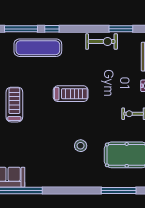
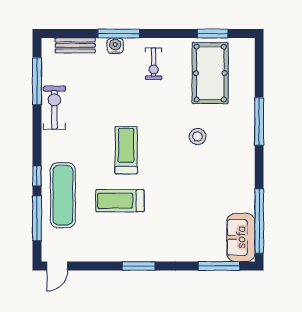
window: (121, 29) -> (37, 81), width x1.44
treadmill: (14, 105) -> (120, 201), moved
window: (119, 191) -> (259, 121), moved

